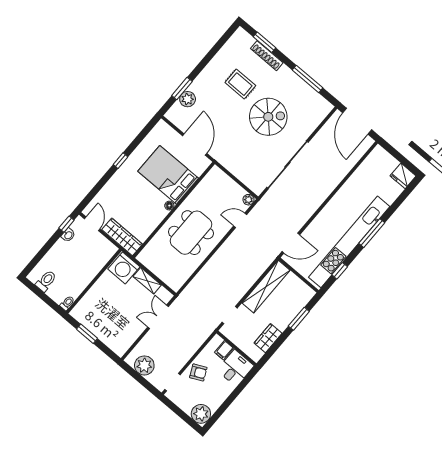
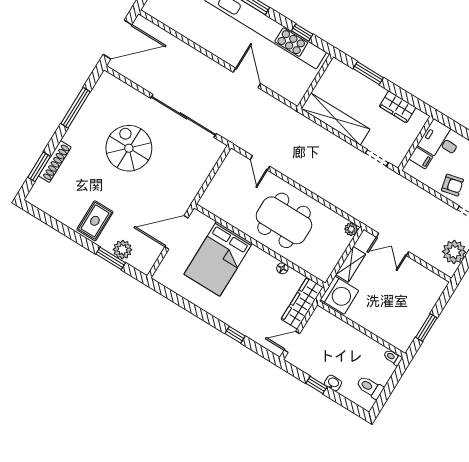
rug: (240, 84) -> (95, 221), moved
window: (120, 161) -> (235, 335), moved
plant: (249, 200) -> (351, 229), moved
floor lamp: (169, 206) -> (282, 268), moved
window: (66, 224) -> (317, 385), moved
washbasin: (68, 235) -> (333, 383), moved
door: (291, 243) -> (247, 78), moved
armchair: (198, 372) -> (452, 185), turned 103

